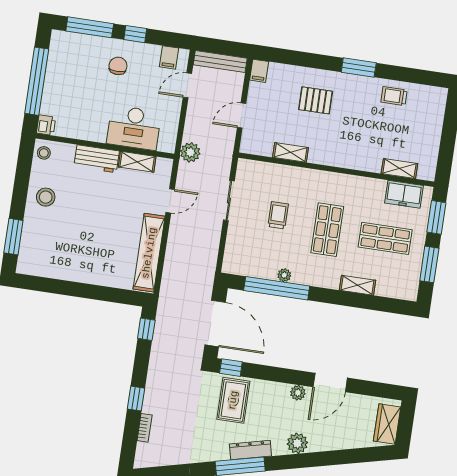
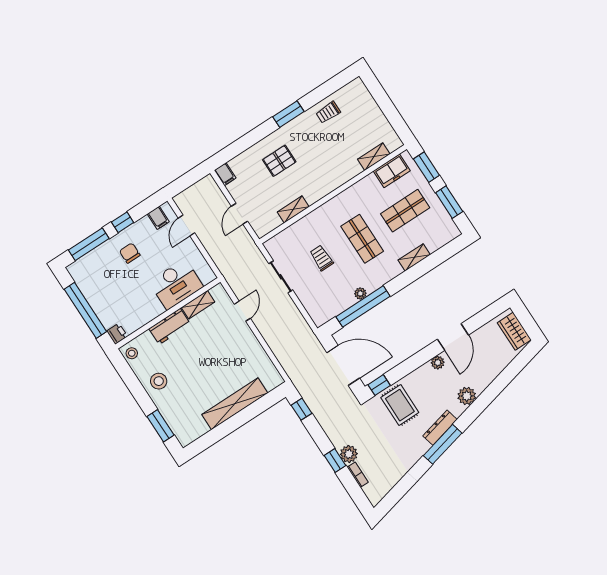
bench: (220, 62) -> (194, 191), removed
plant: (190, 152) -> (349, 454), moved
shelving: (149, 253) -> (235, 404), moved, turned 90

